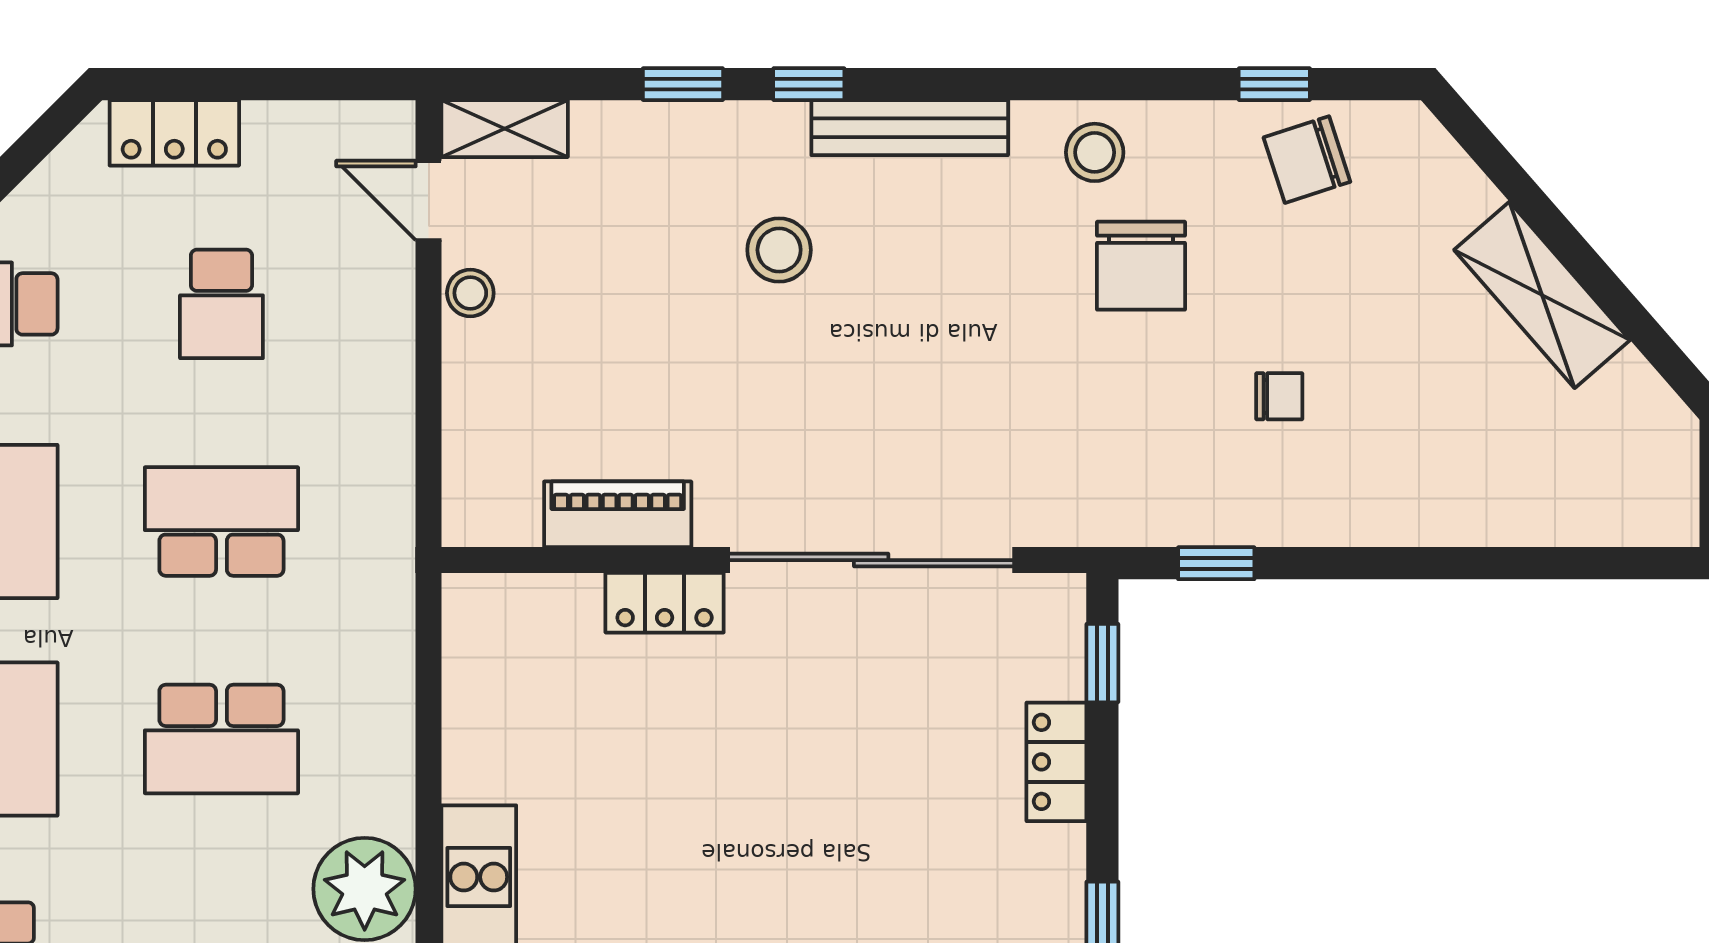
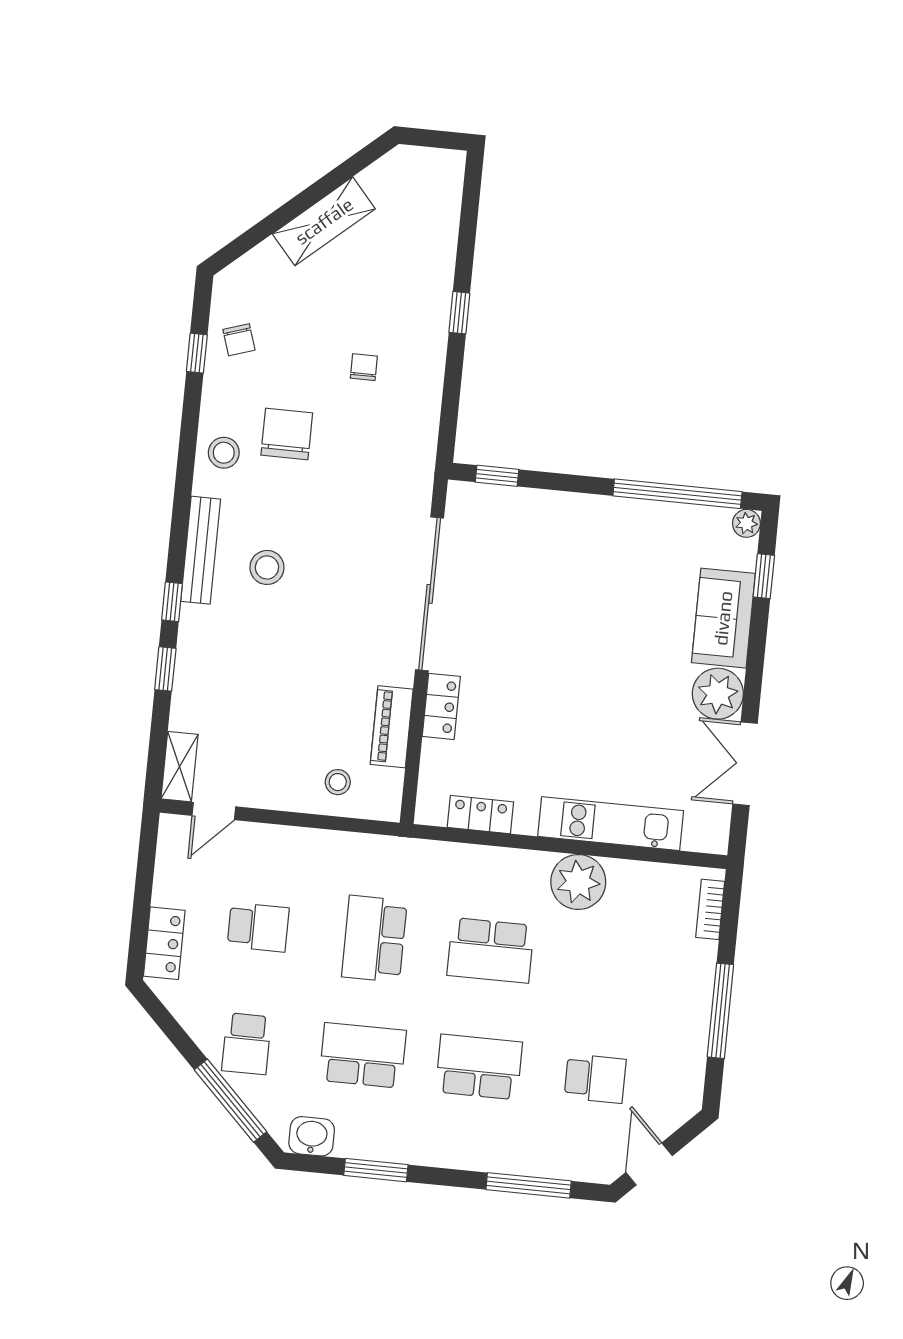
chair: (1307, 160) -> (239, 340), width x0.73, depth x0.73
stool: (779, 250) -> (267, 567), moved
chair: (1141, 266) -> (287, 434), turned -90
stool: (470, 293) -> (338, 782), moved
window: (1216, 563) -> (459, 313), moved
school desk: (221, 739) -> (491, 950), turned 90
locker: (1056, 762) -> (480, 815), moved, turned 180

